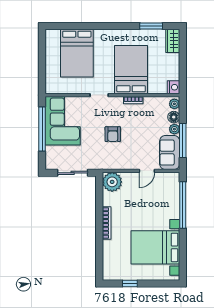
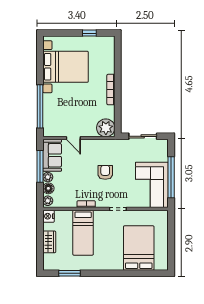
wardrobe: (173, 41) -> (49, 242), moved
bed: (131, 70) -> (83, 233), width x0.67
door: (147, 171) -> (73, 138), swing flipped

